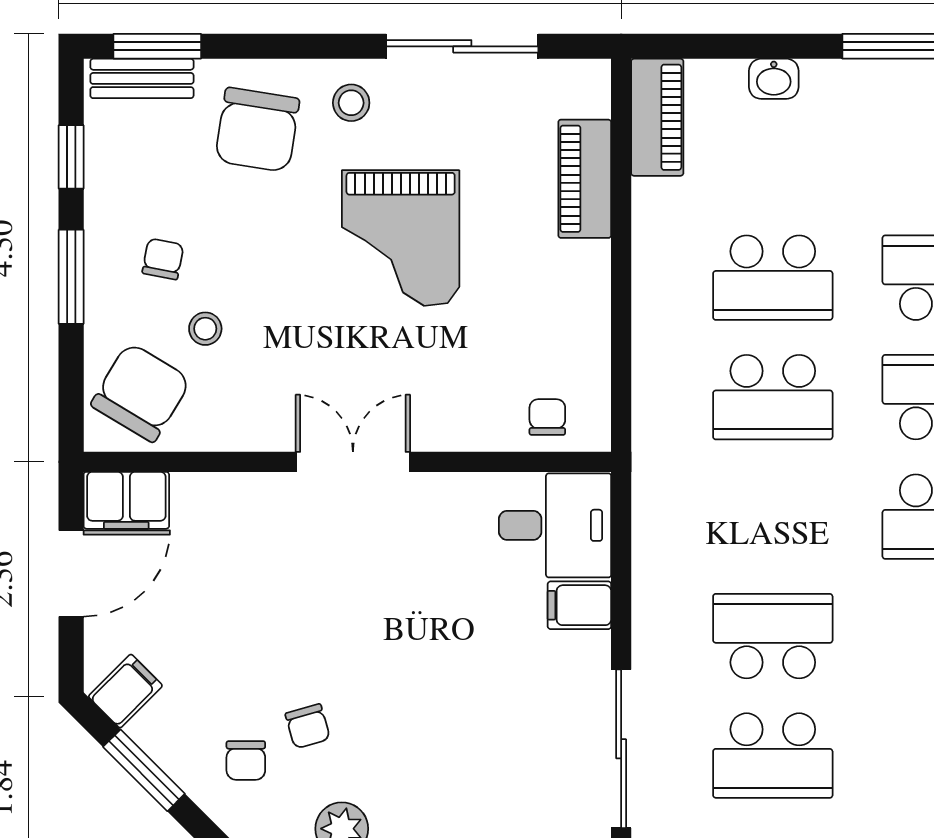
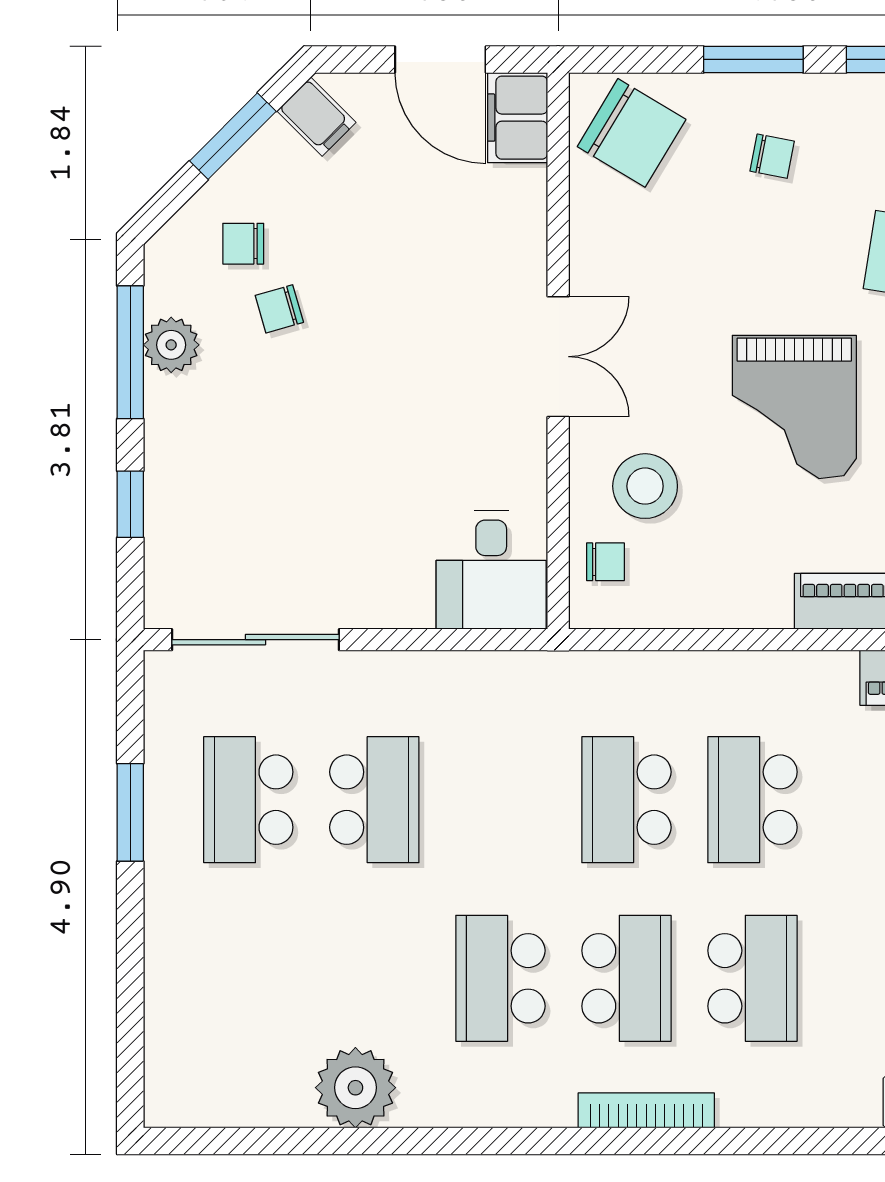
grand piano: (401, 238) -> (794, 407), turned -90
stool: (205, 329) -> (645, 486), moved, width x1.89, depth x1.89
filing cabinet: (579, 605) -> (407, 596), removed

